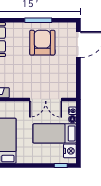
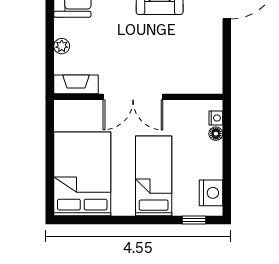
double door: (46, 99) -> (133, 97), moved
bed: (55, 133) -> (154, 176), moved, turned 90

